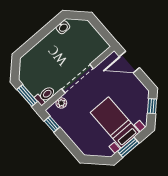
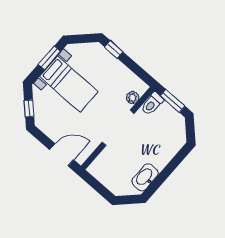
washbasin: (63, 27) -> (145, 177), width x1.91, depth x1.45
window: (52, 124) -> (114, 49), moved

